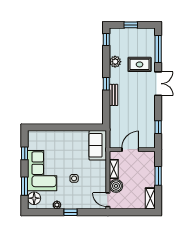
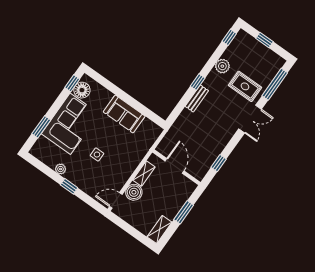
sofa: (98, 145) -> (124, 114), moved, turned -90
door: (130, 150) -> (175, 166), hinge flipped
window: (25, 153) -> (72, 83), moved
floor lamp: (34, 198) -> (82, 90), moved
door: (108, 200) -> (116, 200), hinge flipped

